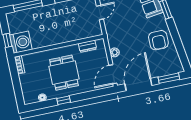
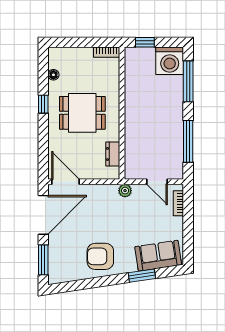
washing machine: (21, 42) -> (170, 61), moved
plant: (115, 52) -> (125, 191), moved
door: (138, 85) -> (43, 215), hinge flipped

